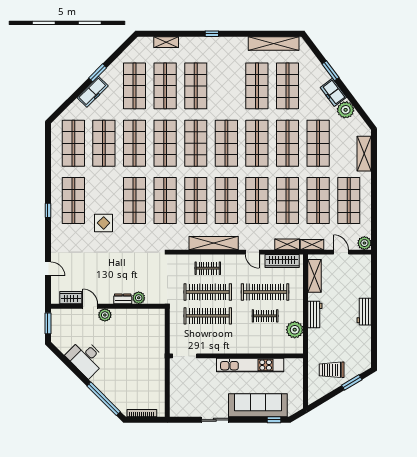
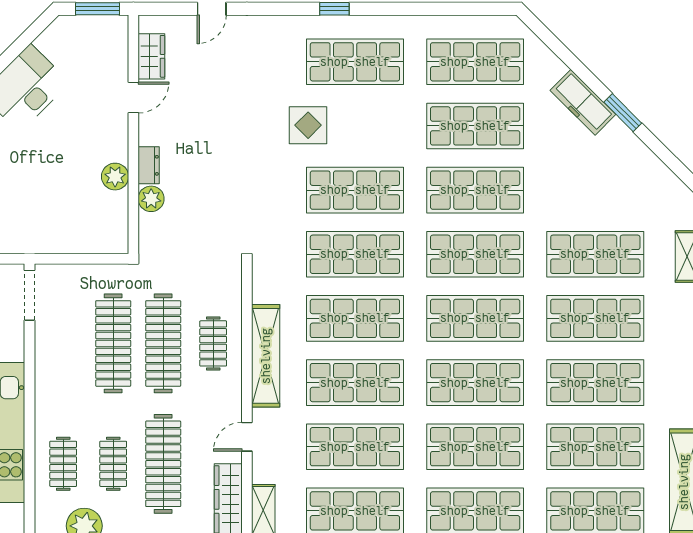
shop shelf: (135, 86) -> (595, 383), moved
plant: (105, 315) -> (115, 177), moved
clothes rail: (265, 340) -> (63, 464), added

